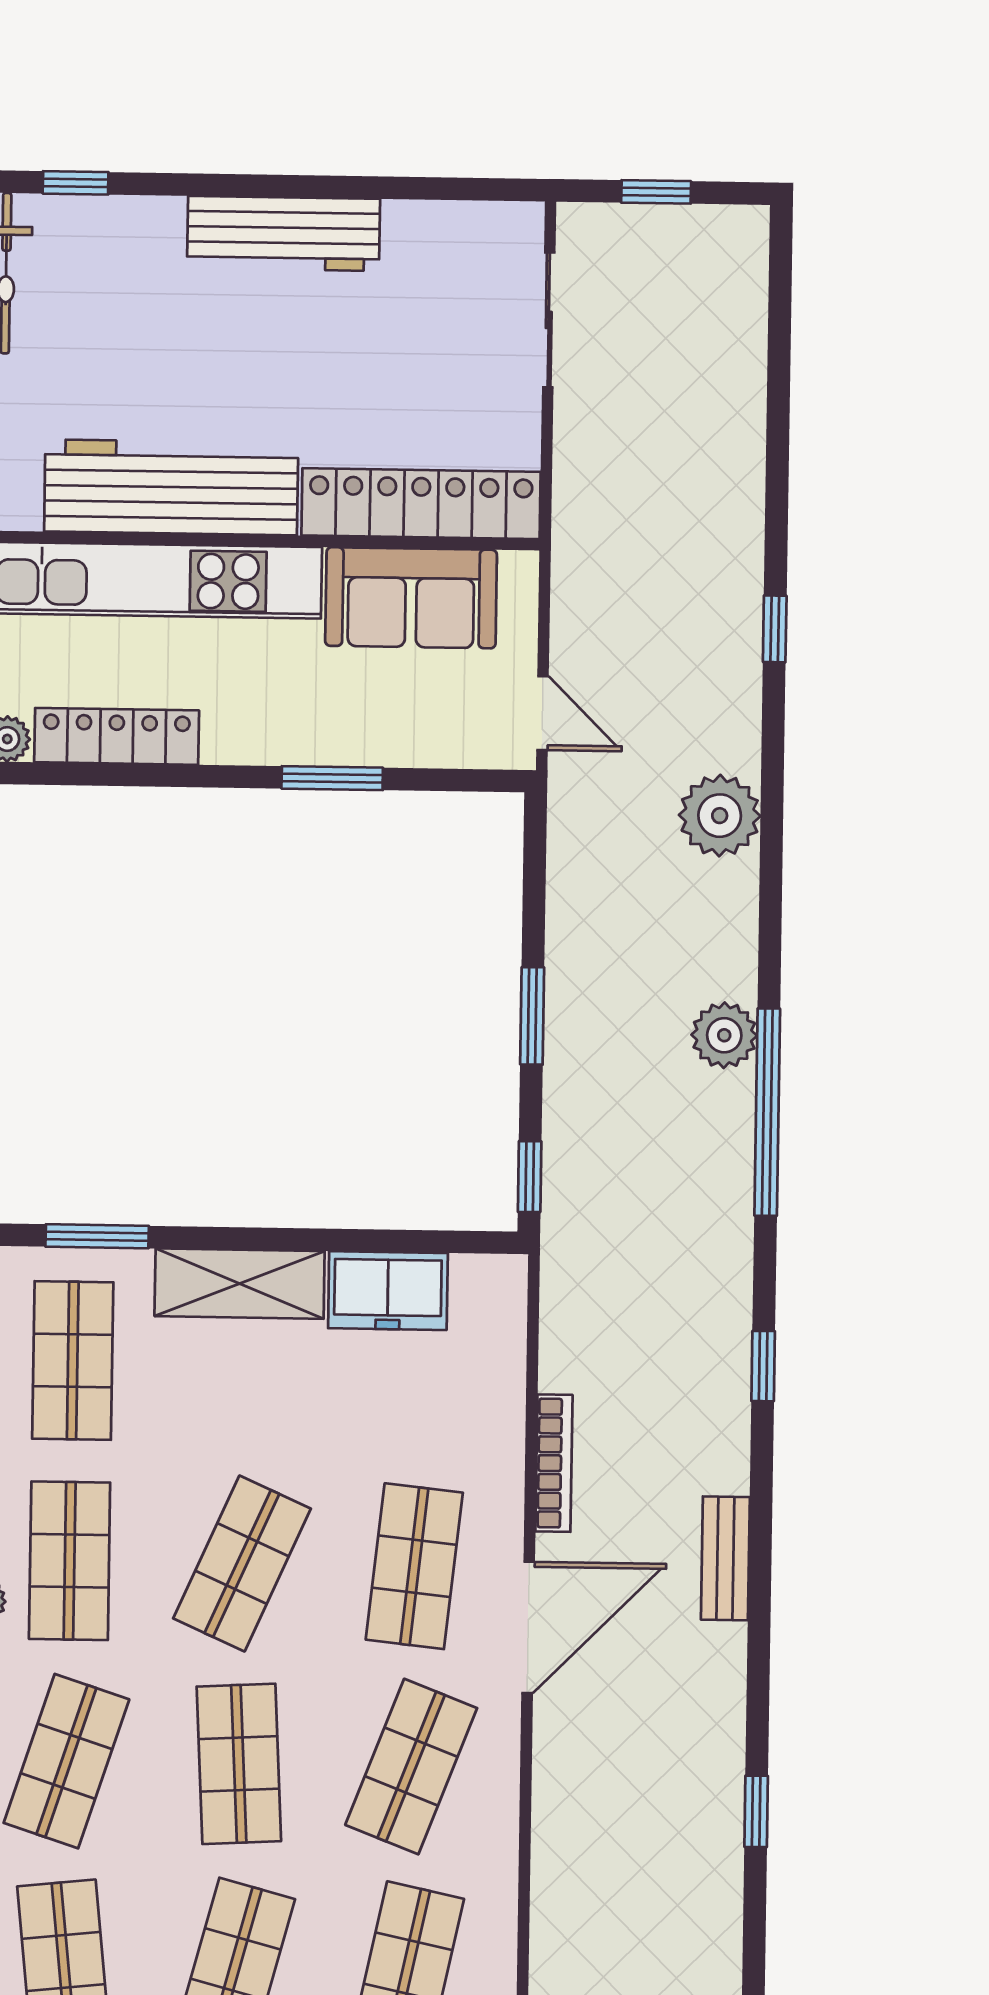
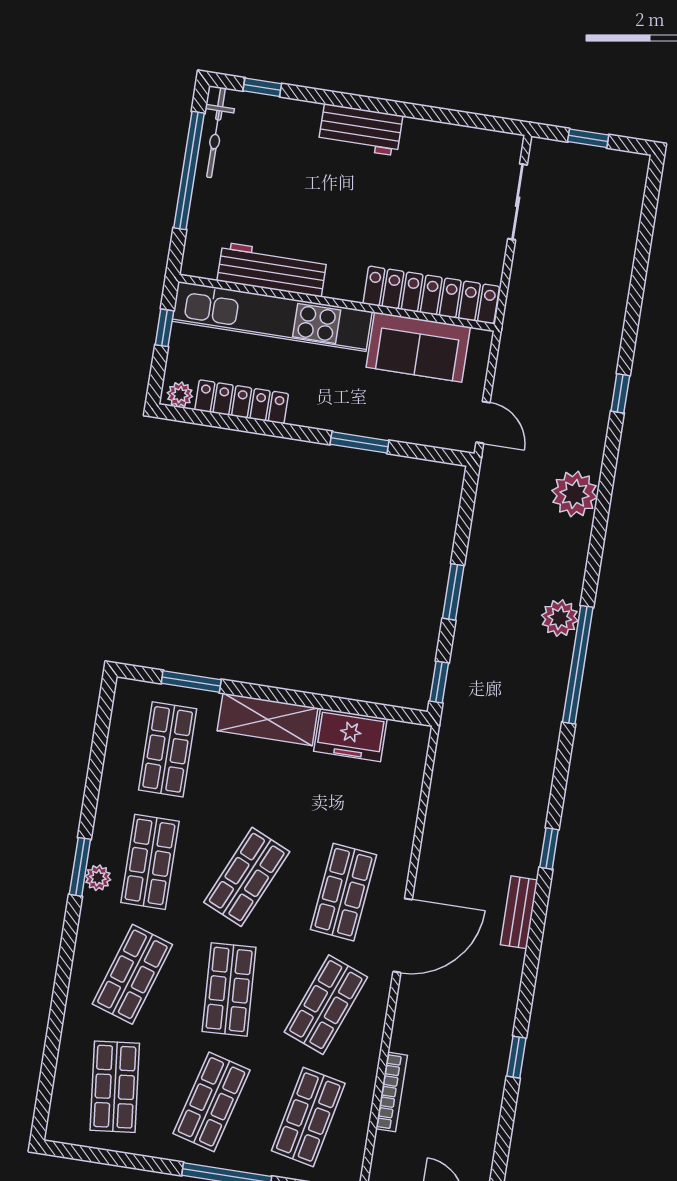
workbench: (283, 233) -> (361, 130), width x0.73
workbench: (171, 487) -> (272, 269), width x0.73, depth x0.76
window: (763, 1366) -> (549, 848), moved
bookcase: (554, 1463) -> (391, 1092), moved

